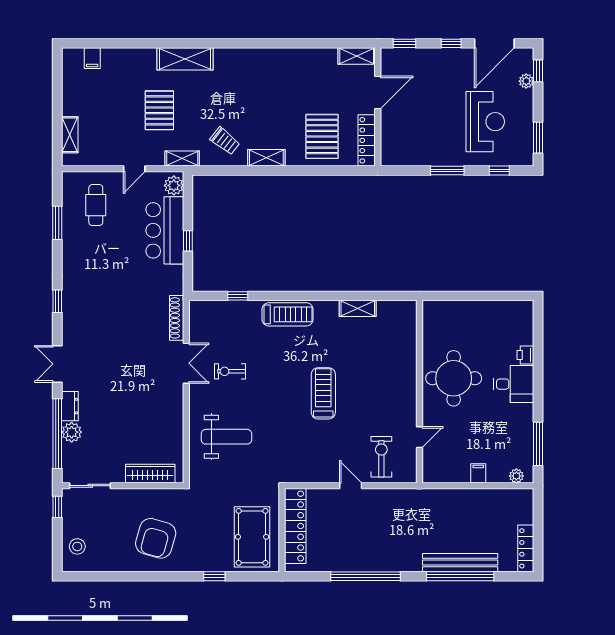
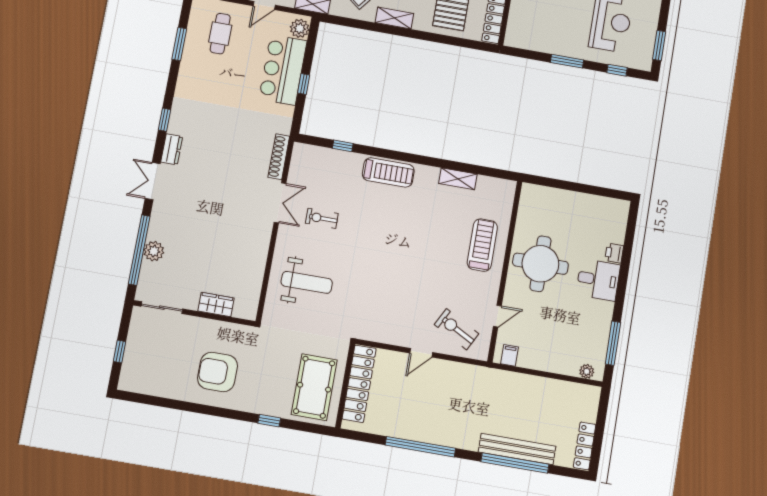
treadmill: (323, 393) -> (482, 245), moved
dresser: (70, 406) -> (172, 149), moved
exercise bike: (381, 457) -> (456, 329), turned -62
filing cabinet: (478, 473) -> (509, 355), moved
wardrobe: (150, 474) -> (216, 305), width x0.67
door: (351, 486) -> (421, 353), swing flipped
window: (57, 507) -> (119, 352), moved
armchair: (156, 538) -> (218, 372), turned 74
stool: (77, 546) -> (137, 367), removed

